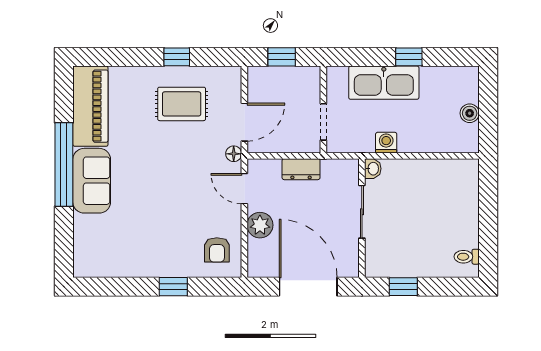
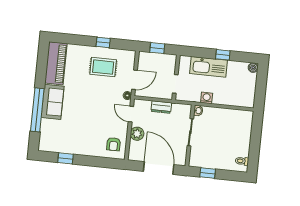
boiler: (470, 113) -> (253, 68), moved
window: (64, 165) -> (37, 110), moved
window: (173, 287) -> (66, 158), moved

